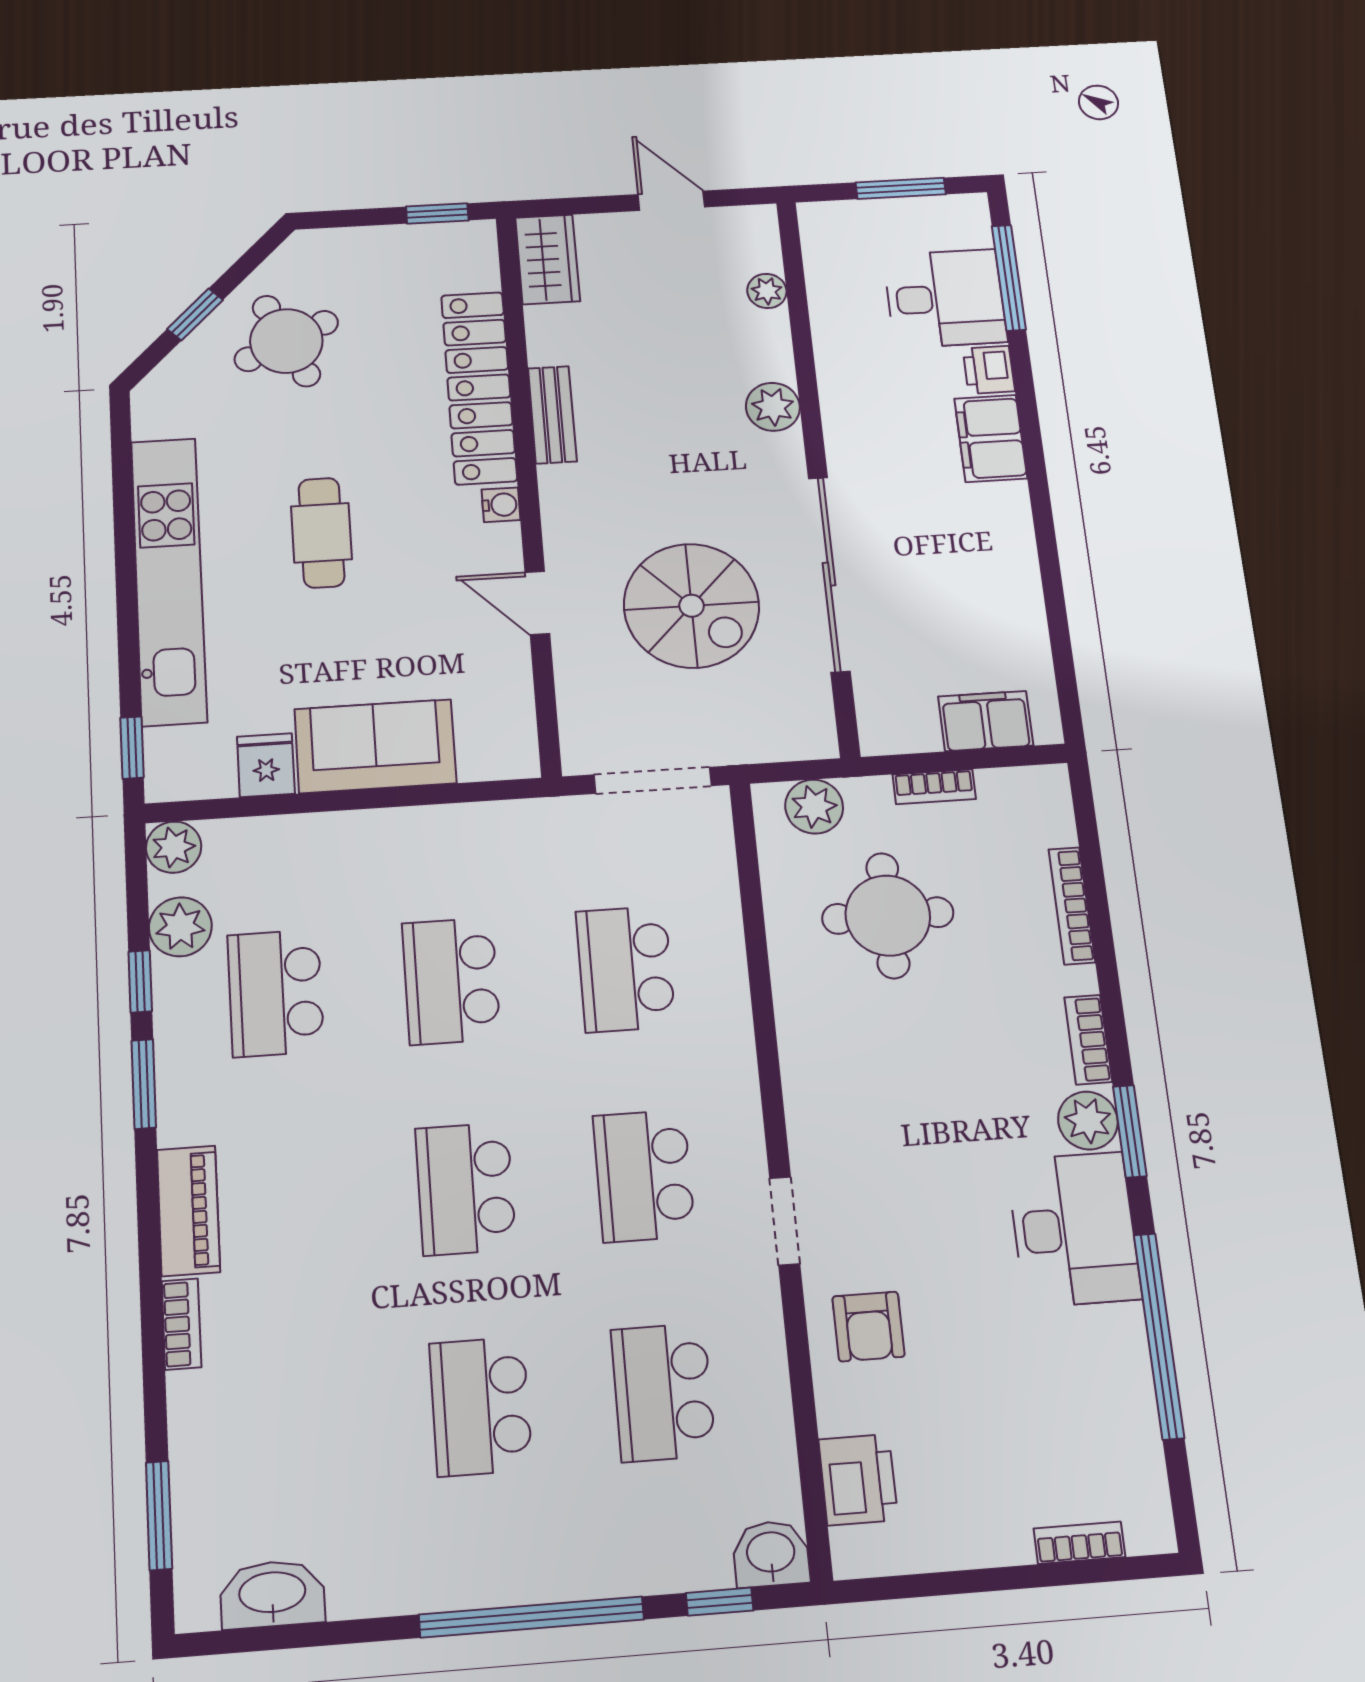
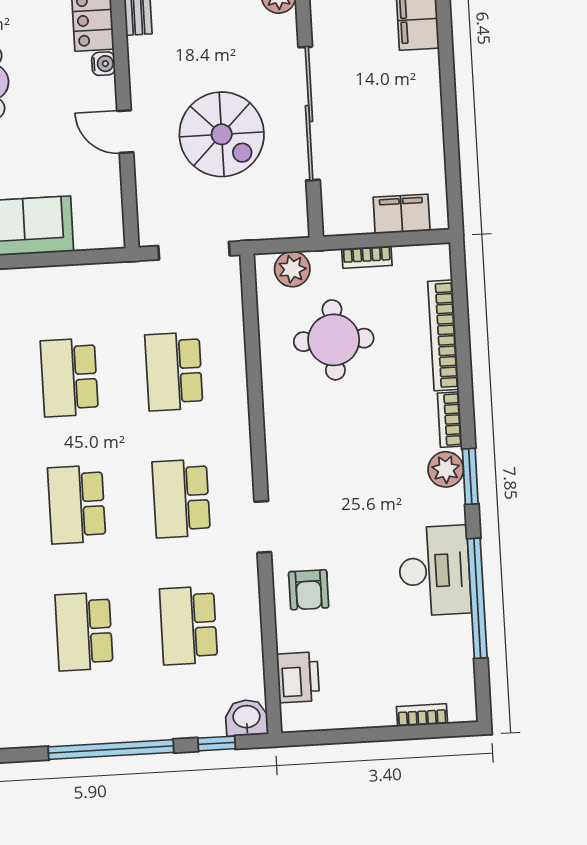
bookcase: (1072, 906) -> (443, 335), width x1.48, depth x1.31
desk: (1074, 1229) -> (435, 571), moved

